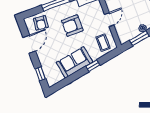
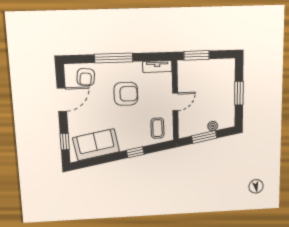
armchair: (72, 25) -> (126, 94), turned 180
sofa: (74, 62) -> (96, 145), moved

